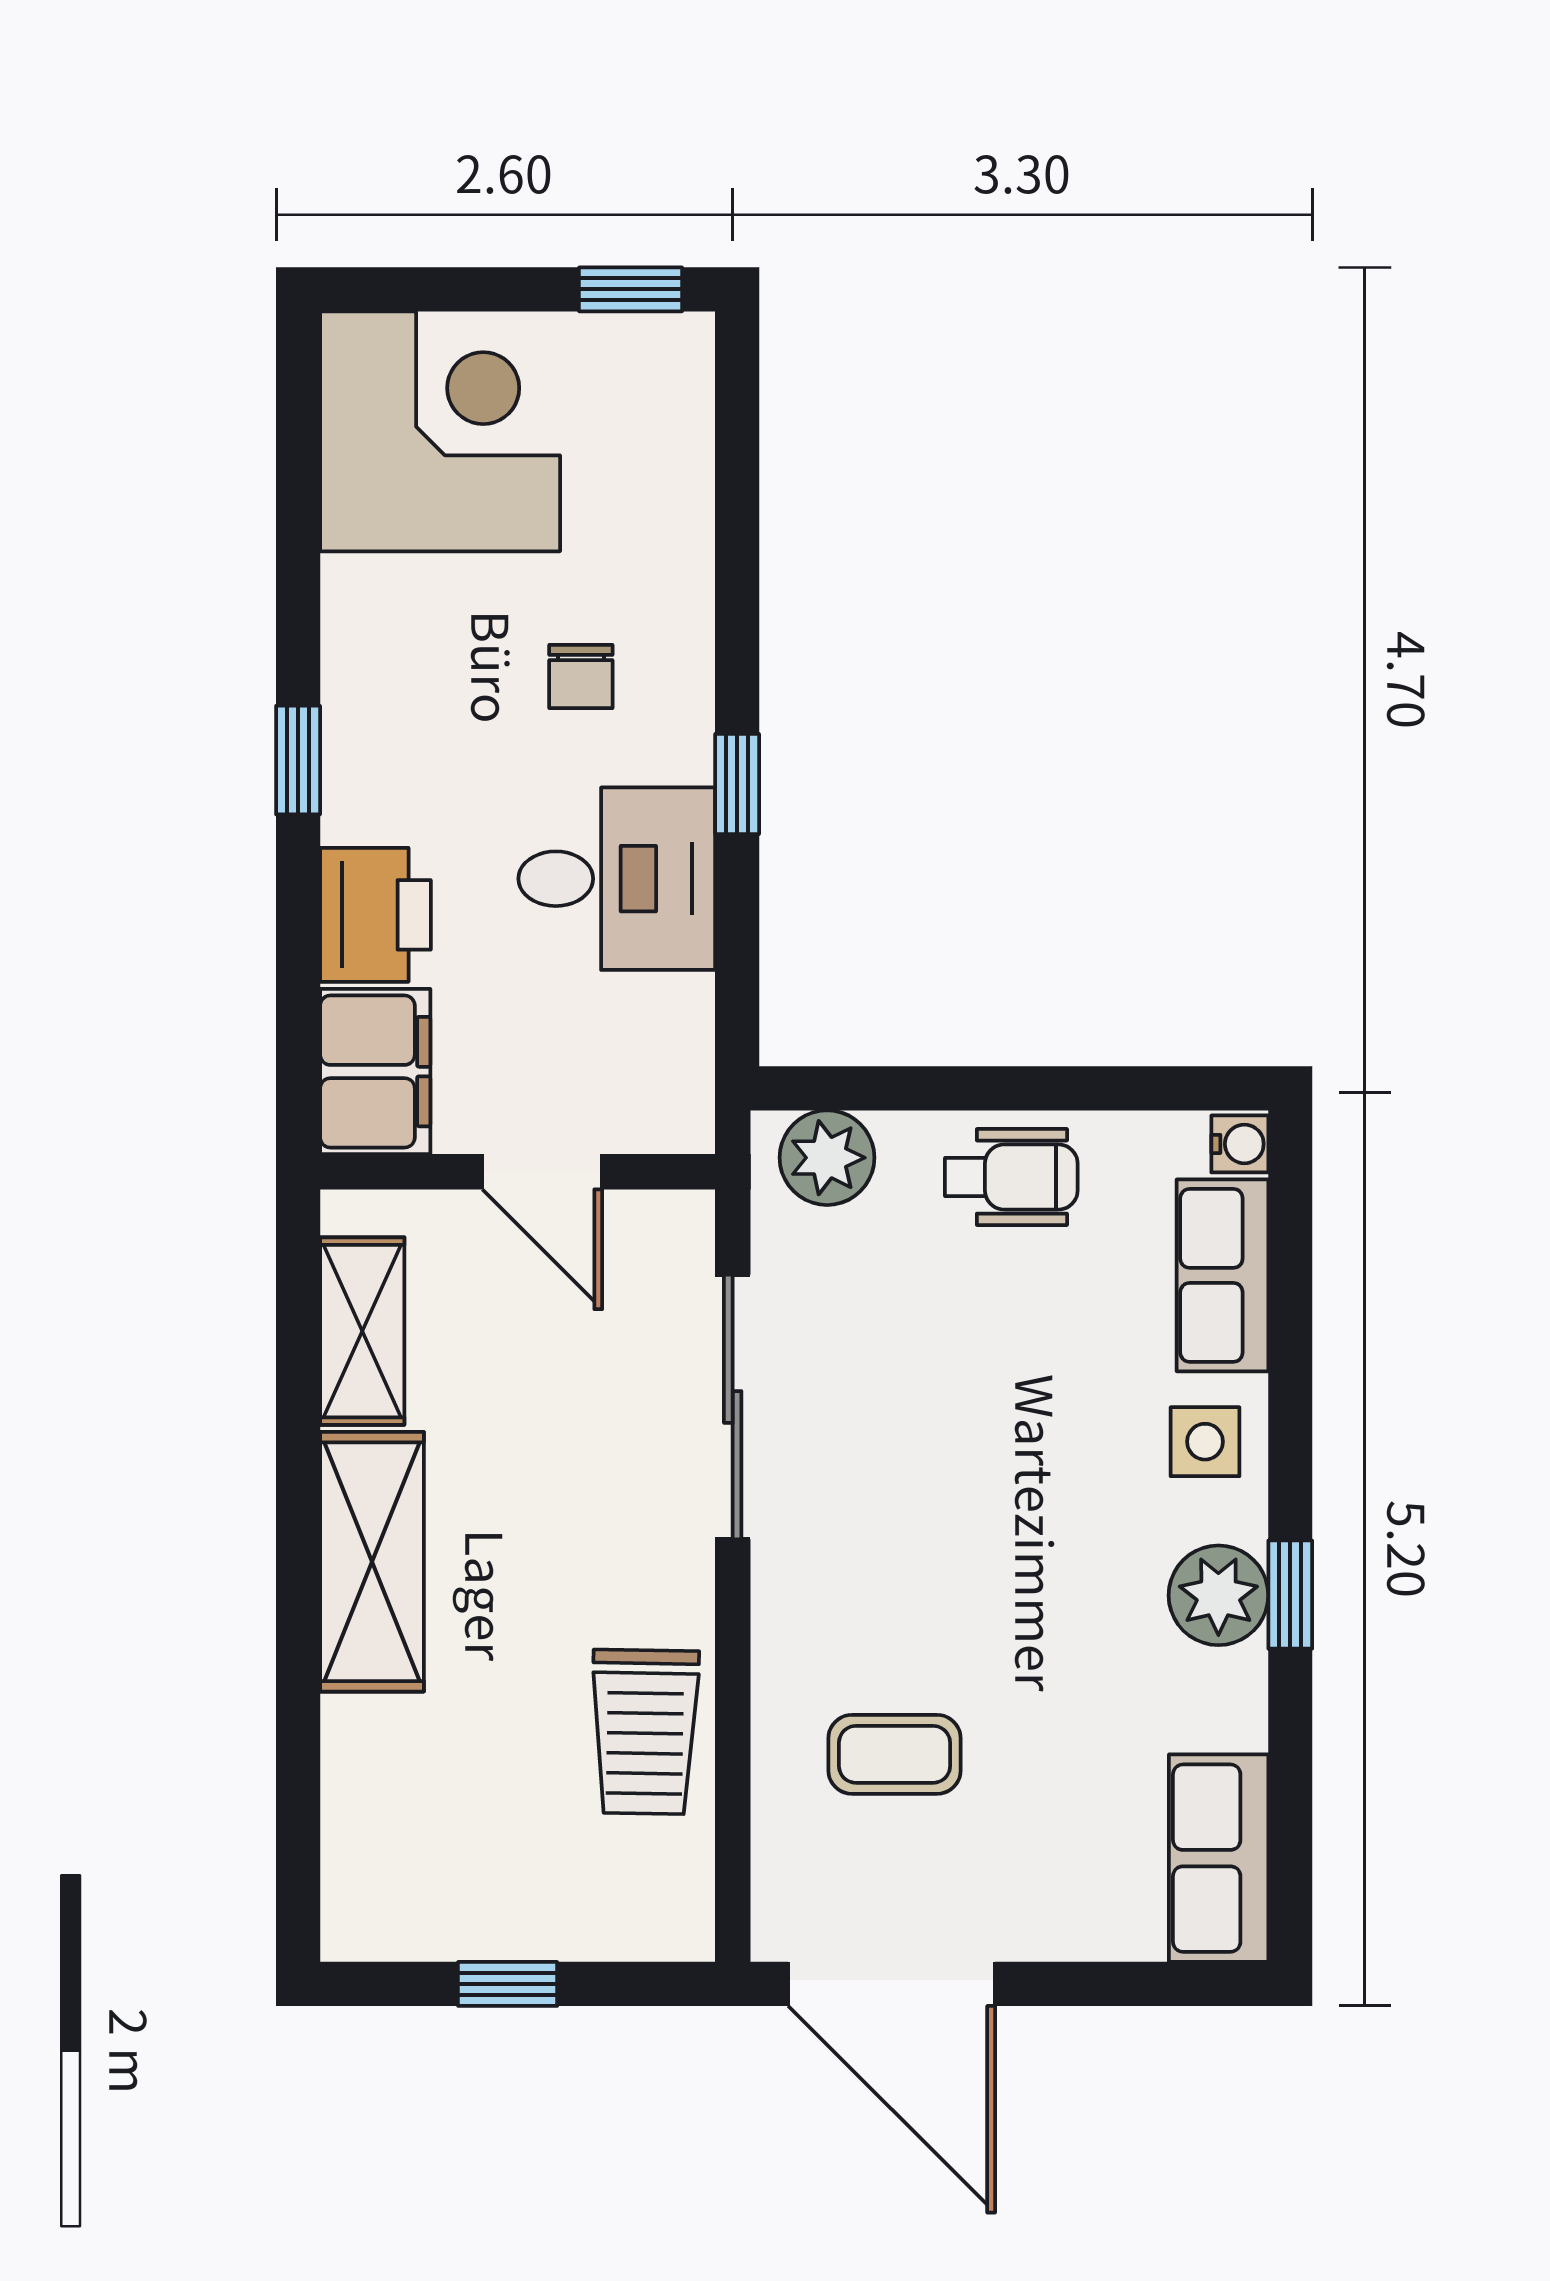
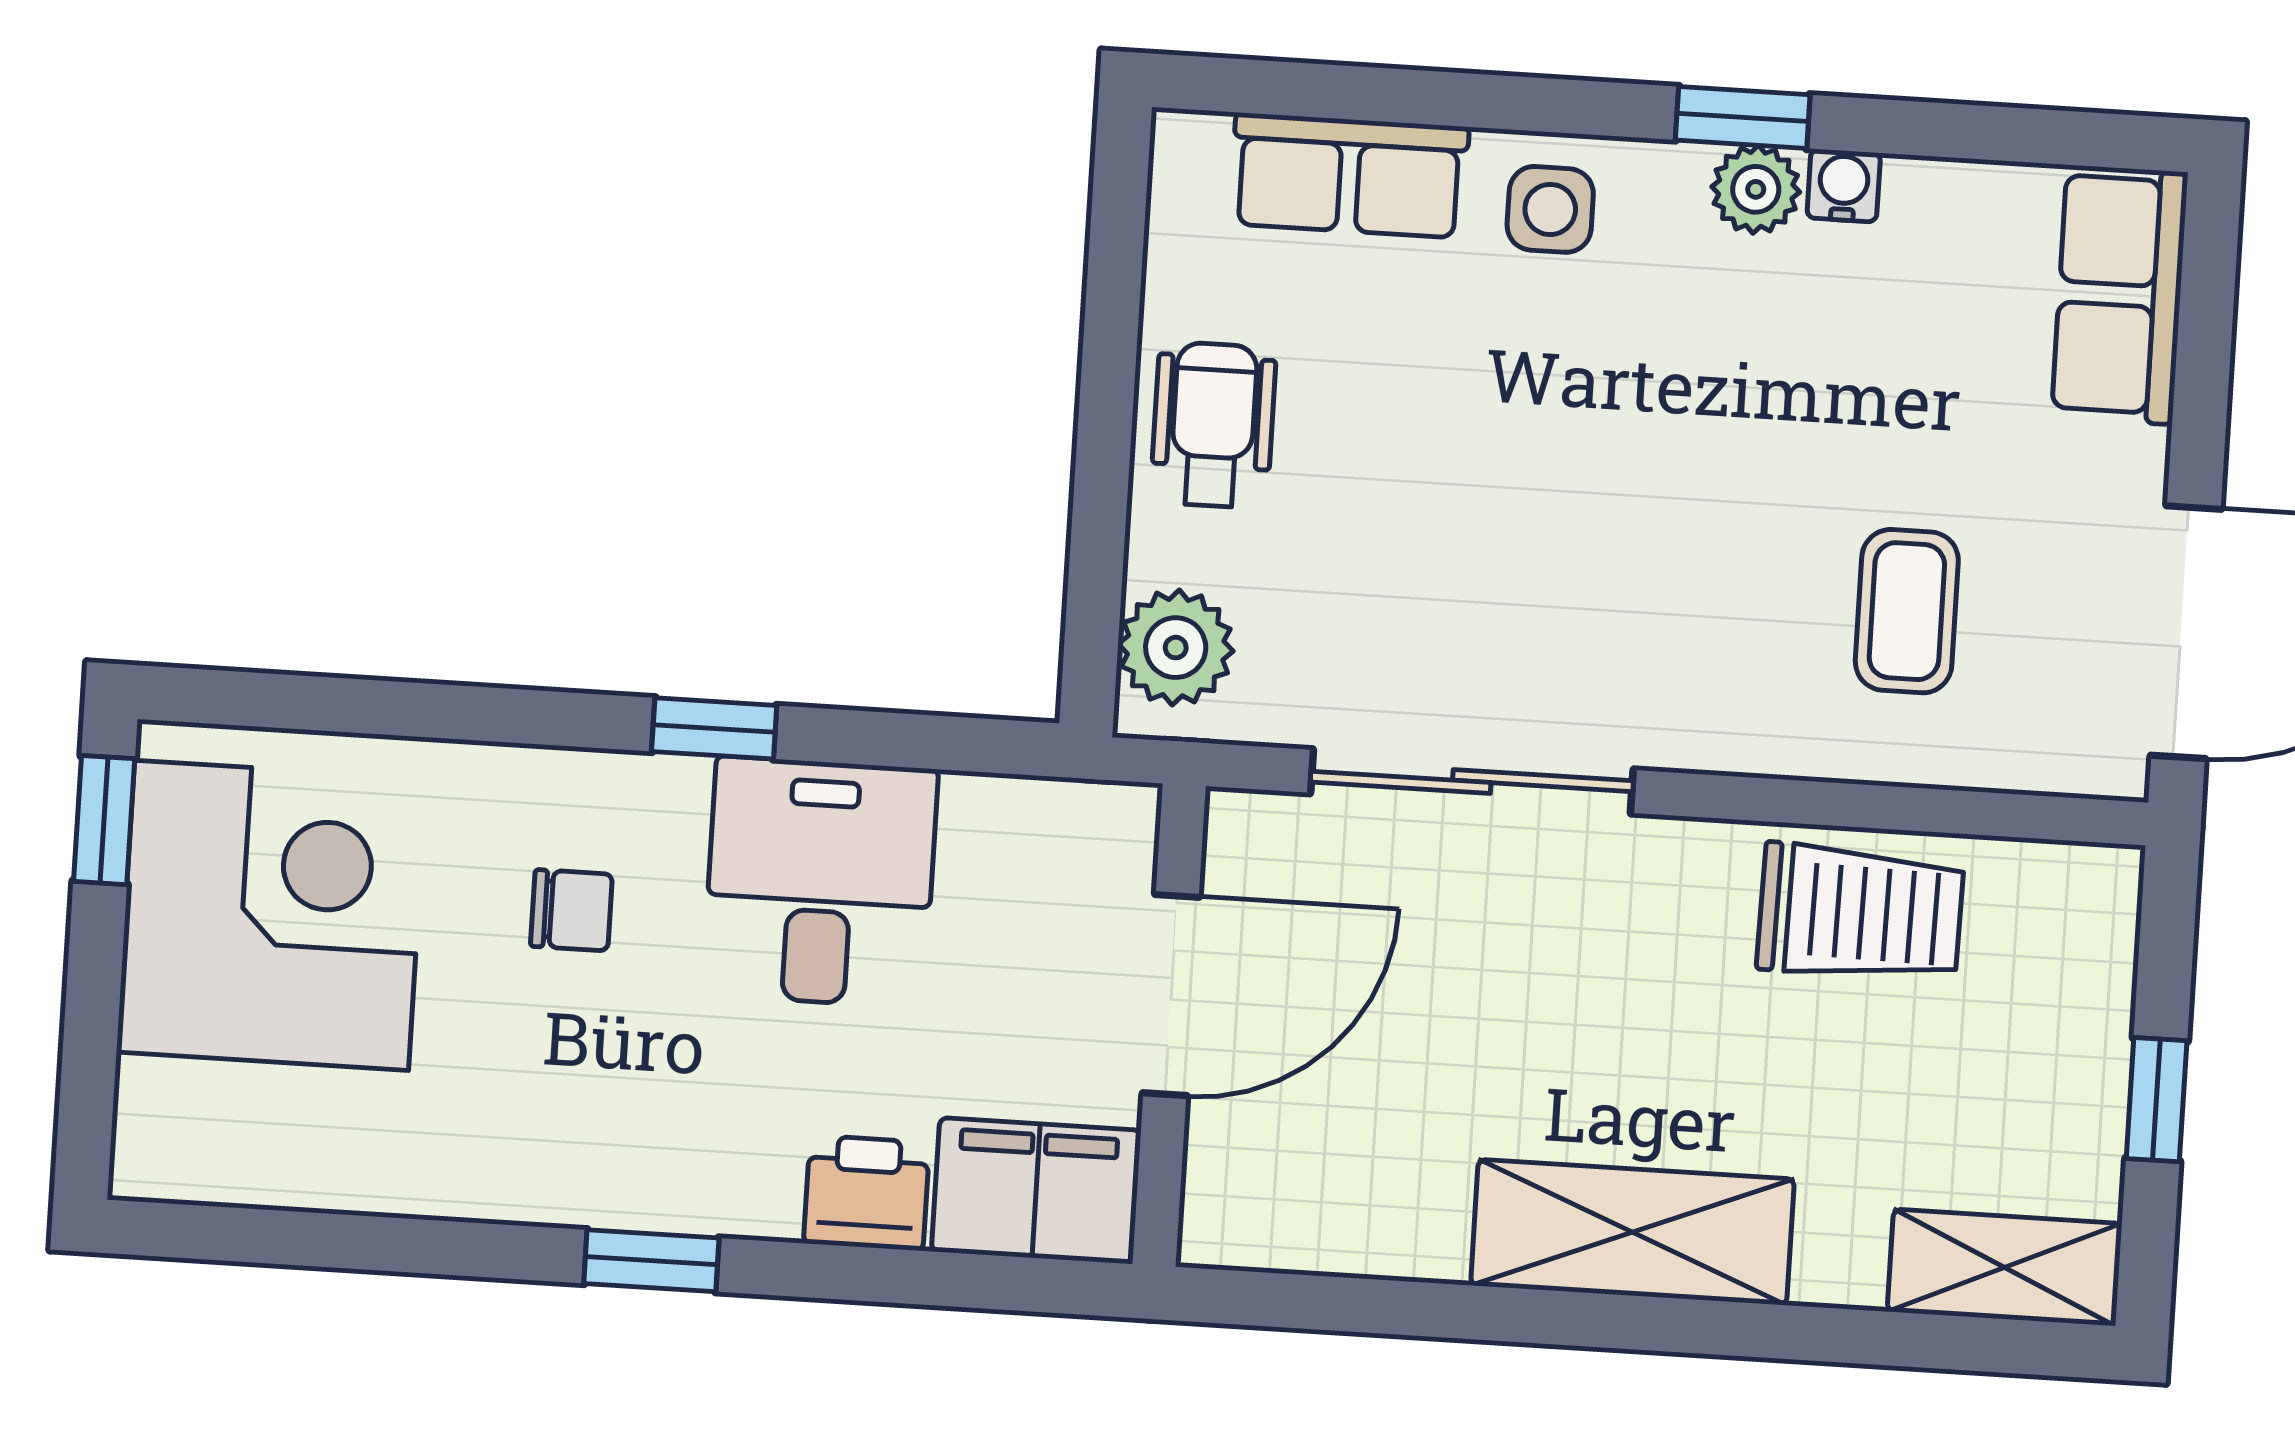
corner desk: (440, 431) -> (272, 915), moved, turned 90
printer: (375, 915) -> (867, 1193), width x0.73, depth x0.81
water cooler: (1240, 1144) -> (1844, 185), moved
door: (542, 1172) -> (1171, 995), width x1.38
shelving: (362, 1331) -> (2005, 1267), moved
plant: (1218, 1595) -> (1756, 189), width x0.73, depth x0.73
row of seats: (1219, 1858) -> (2120, 295), moved, turned 90

